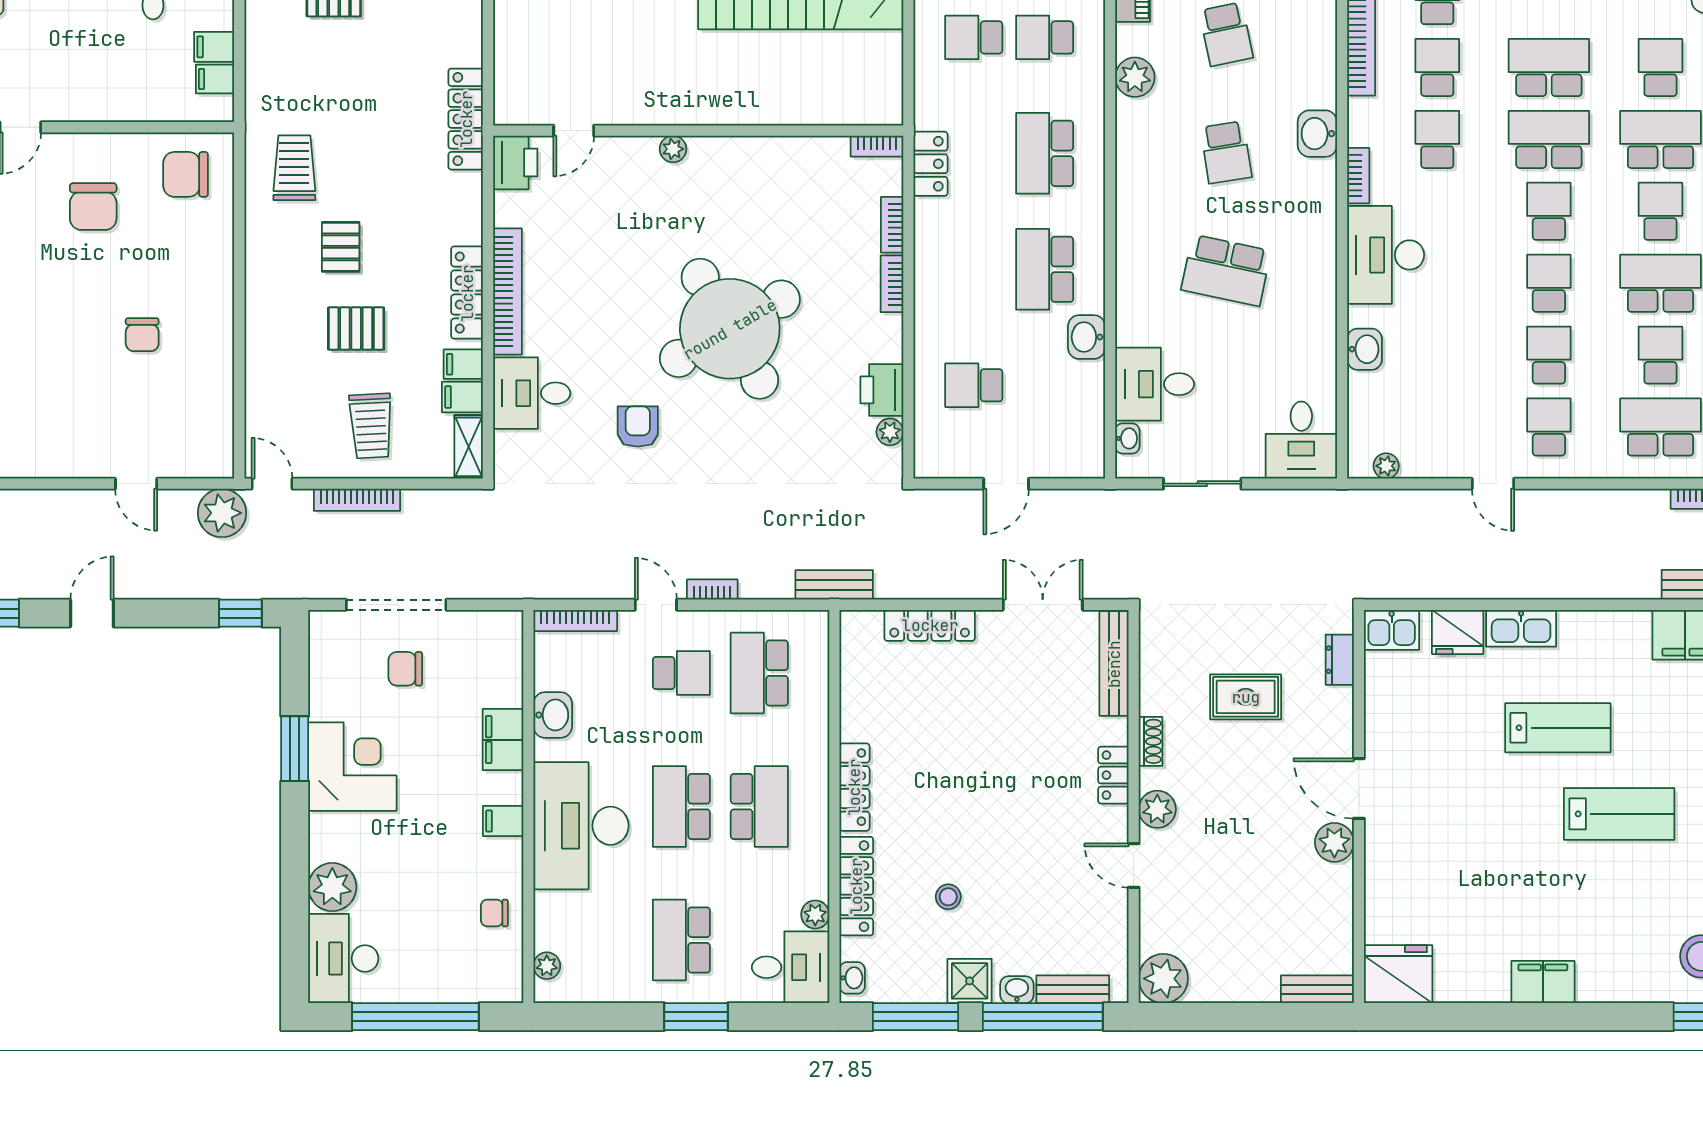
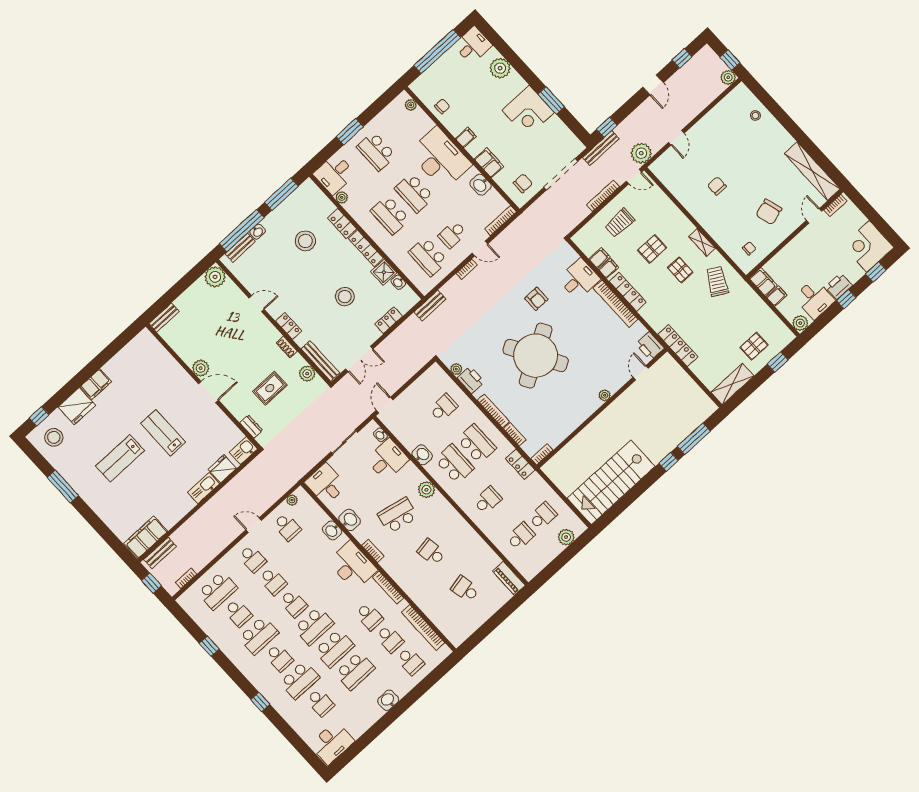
plant: (1135, 77) -> (426, 490), moved
filing cabinet: (215, 79) -> (763, 282), width x2.00
washbasin: (1317, 134) -> (350, 520), moved
school desk: (1045, 153) -> (488, 500), width x0.54
trolley: (294, 168) -> (717, 281), turned -151
chair: (186, 174) -> (749, 248), width x0.54, depth x0.54
bookcase: (1358, 176) -> (388, 587), width x1.56
chair: (93, 207) -> (769, 212), turned -107
school desk: (1549, 211) -> (314, 626), width x1.85
bookcase: (1326, 248) -> (373, 551), added
school desk: (974, 269) -> (477, 444), added
bookcase: (892, 284) -> (493, 411), width x1.56
trolley: (371, 426) -> (620, 223), turned -87
school desk: (1437, 427) -> (287, 527), added
shelving: (469, 447) -> (702, 242), moved
door: (136, 484) -> (676, 138), swing flipped
door: (1006, 484) -> (385, 405), moved
bench: (284, 586) -> (601, 148), added
locker: (930, 625) -> (389, 320), width x0.66
chair: (405, 669) -> (523, 183), moved
school desk: (759, 673) -> (428, 257), turned 180
lab bench: (1558, 728) -> (163, 433), moved, turned 90
stool: (969, 737) -> (345, 297), added
school desk: (681, 806) -> (414, 193), turned 180
plant: (1157, 809) -> (307, 374), moved
locker: (856, 886) -> (342, 223), width x0.66
stool: (948, 897) -> (305, 241), width x1.89, depth x1.89
school desk: (681, 940) -> (376, 151), turned 180
desk: (343, 958) -> (473, 45), width x0.73
fridge: (1398, 974) -> (77, 406), moved
washbasin: (852, 978) -> (398, 282), moved
shower: (970, 981) -> (384, 272), moved

